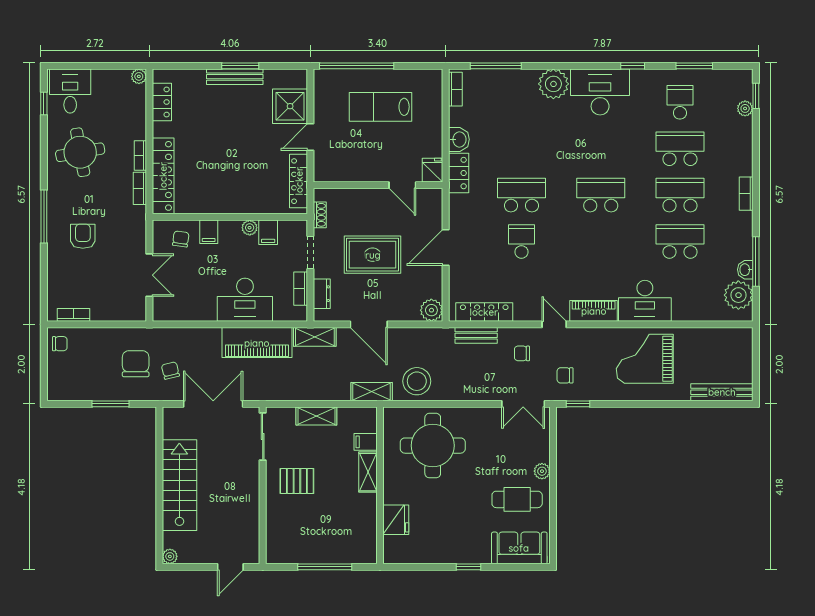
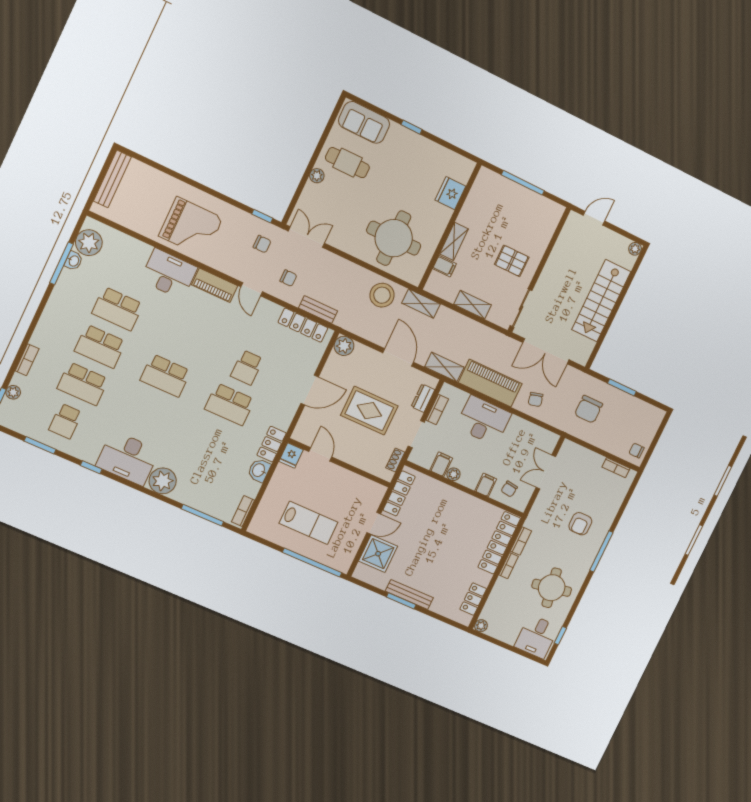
bookcase: (746, 194) -> (27, 360), moved
chair: (170, 371) -> (536, 399), moved
bench: (722, 392) -> (112, 179), moved, turned 90

